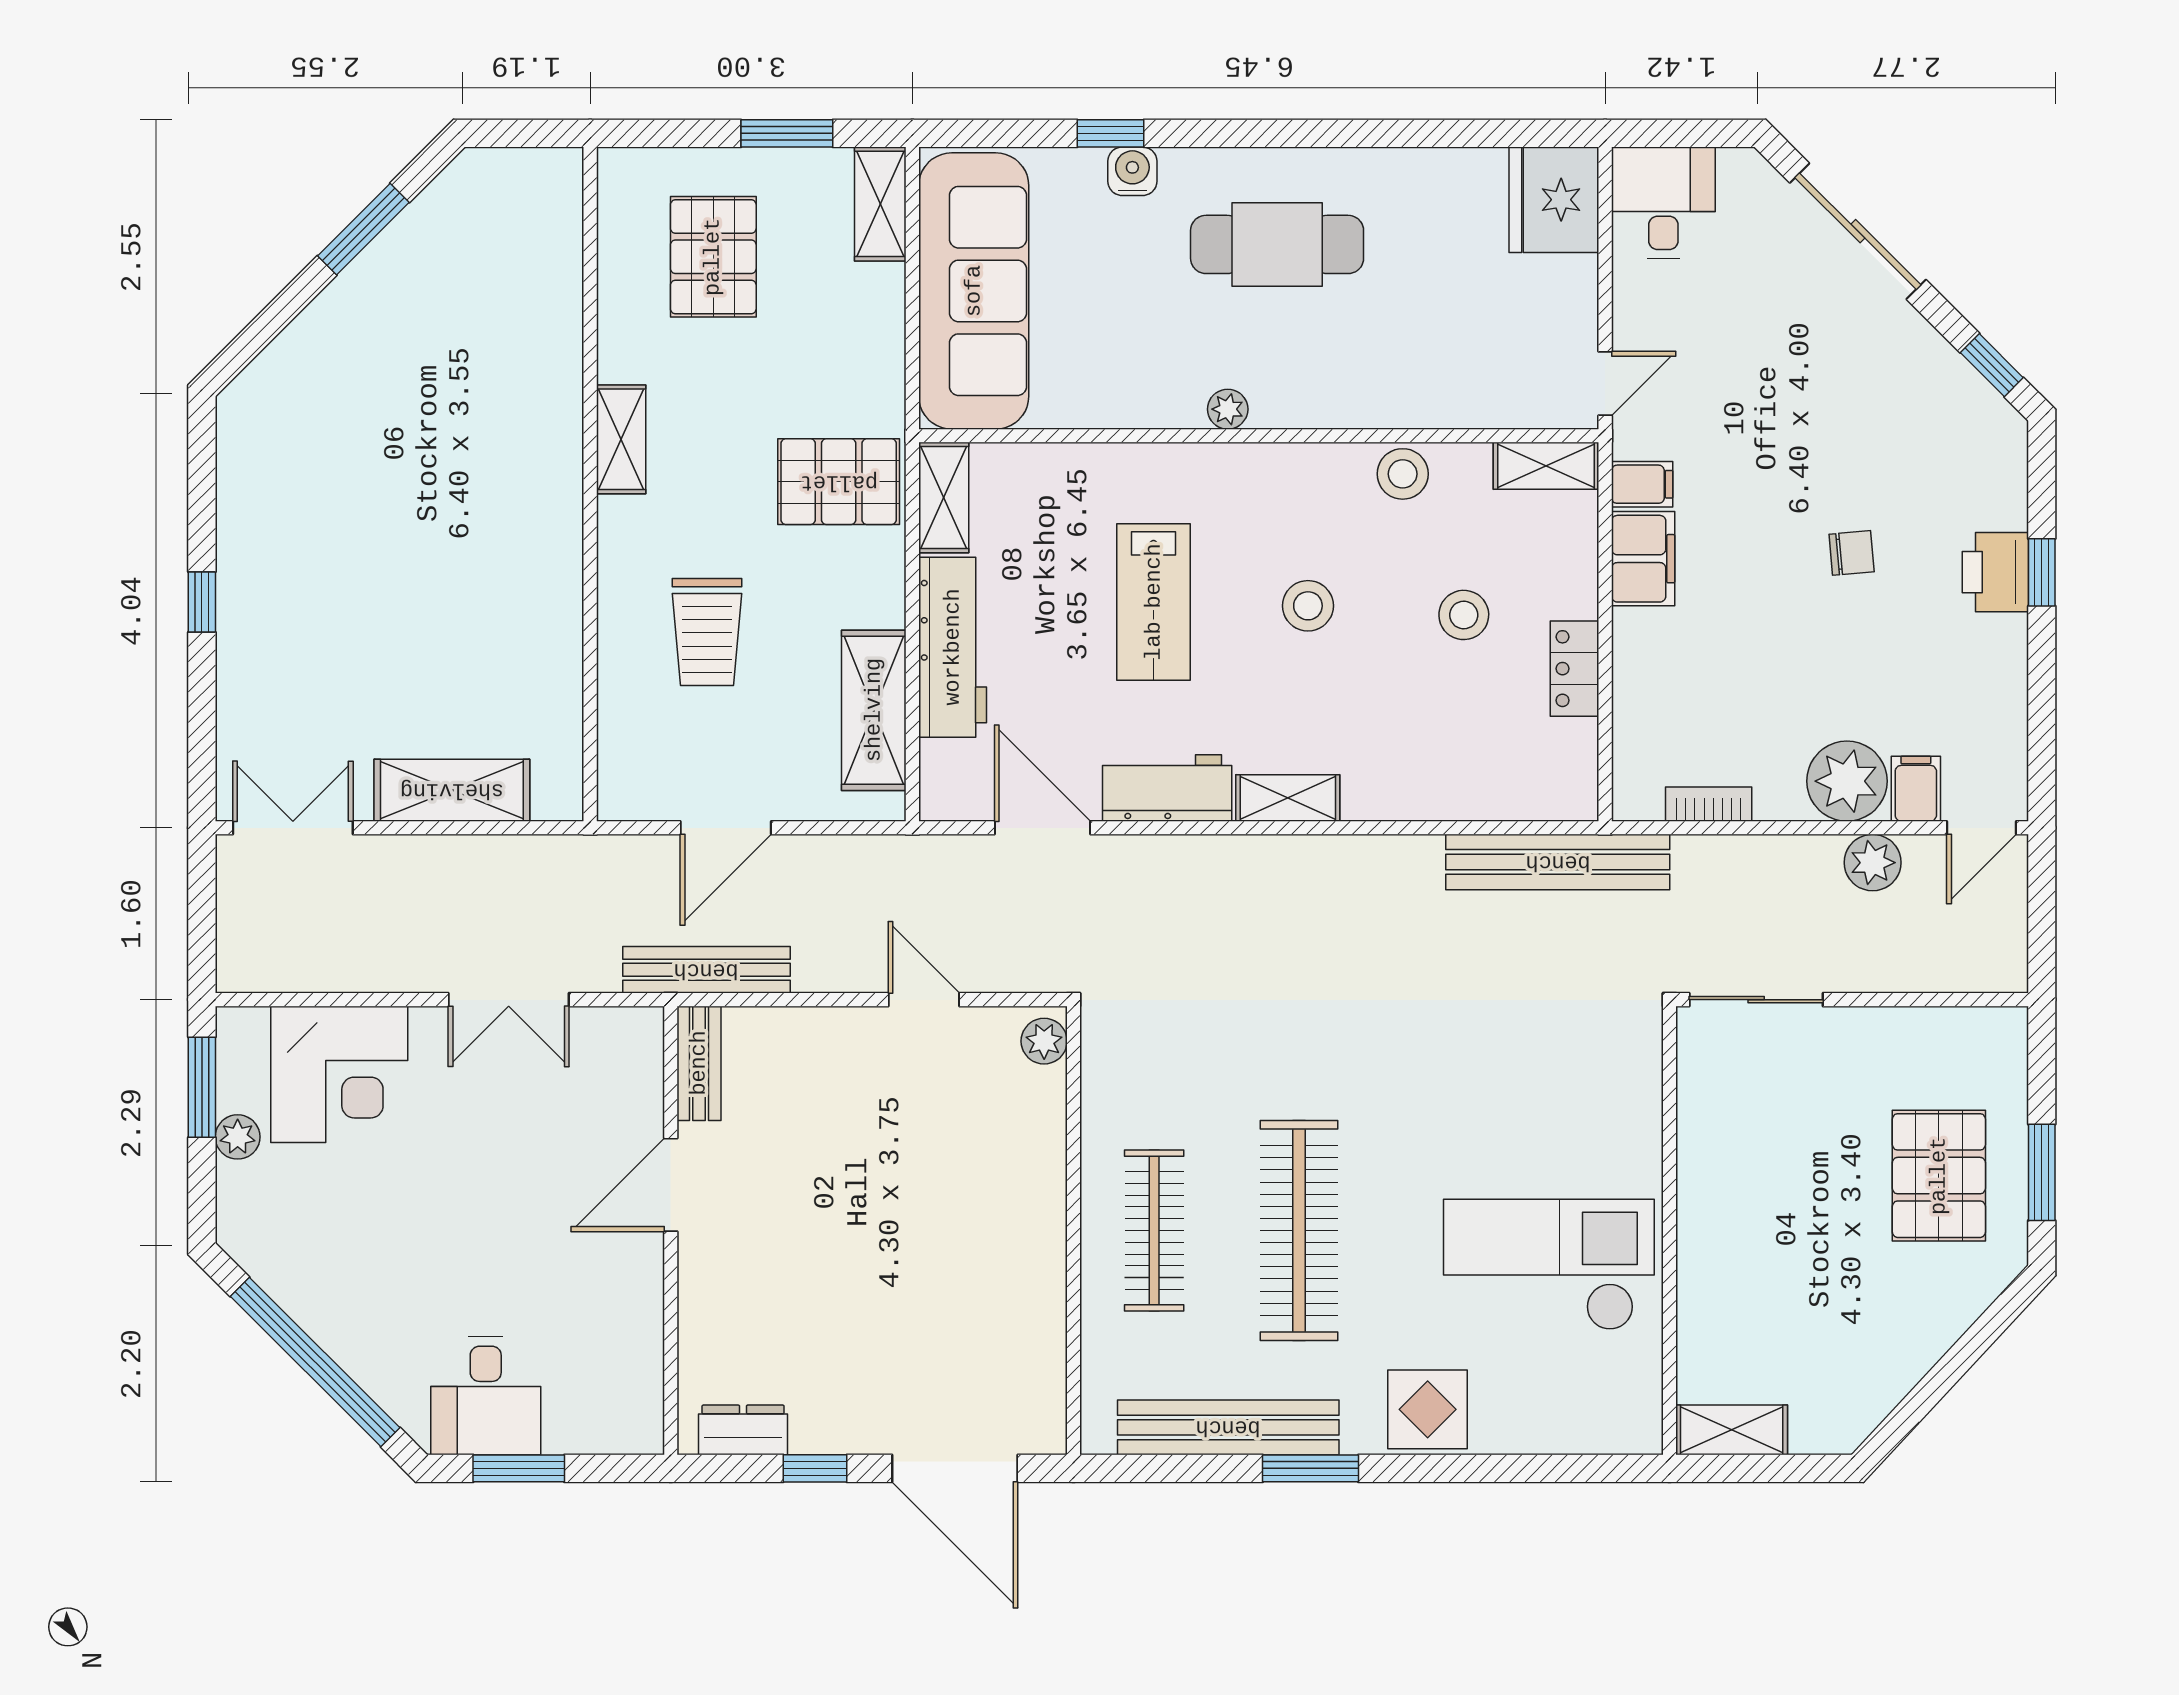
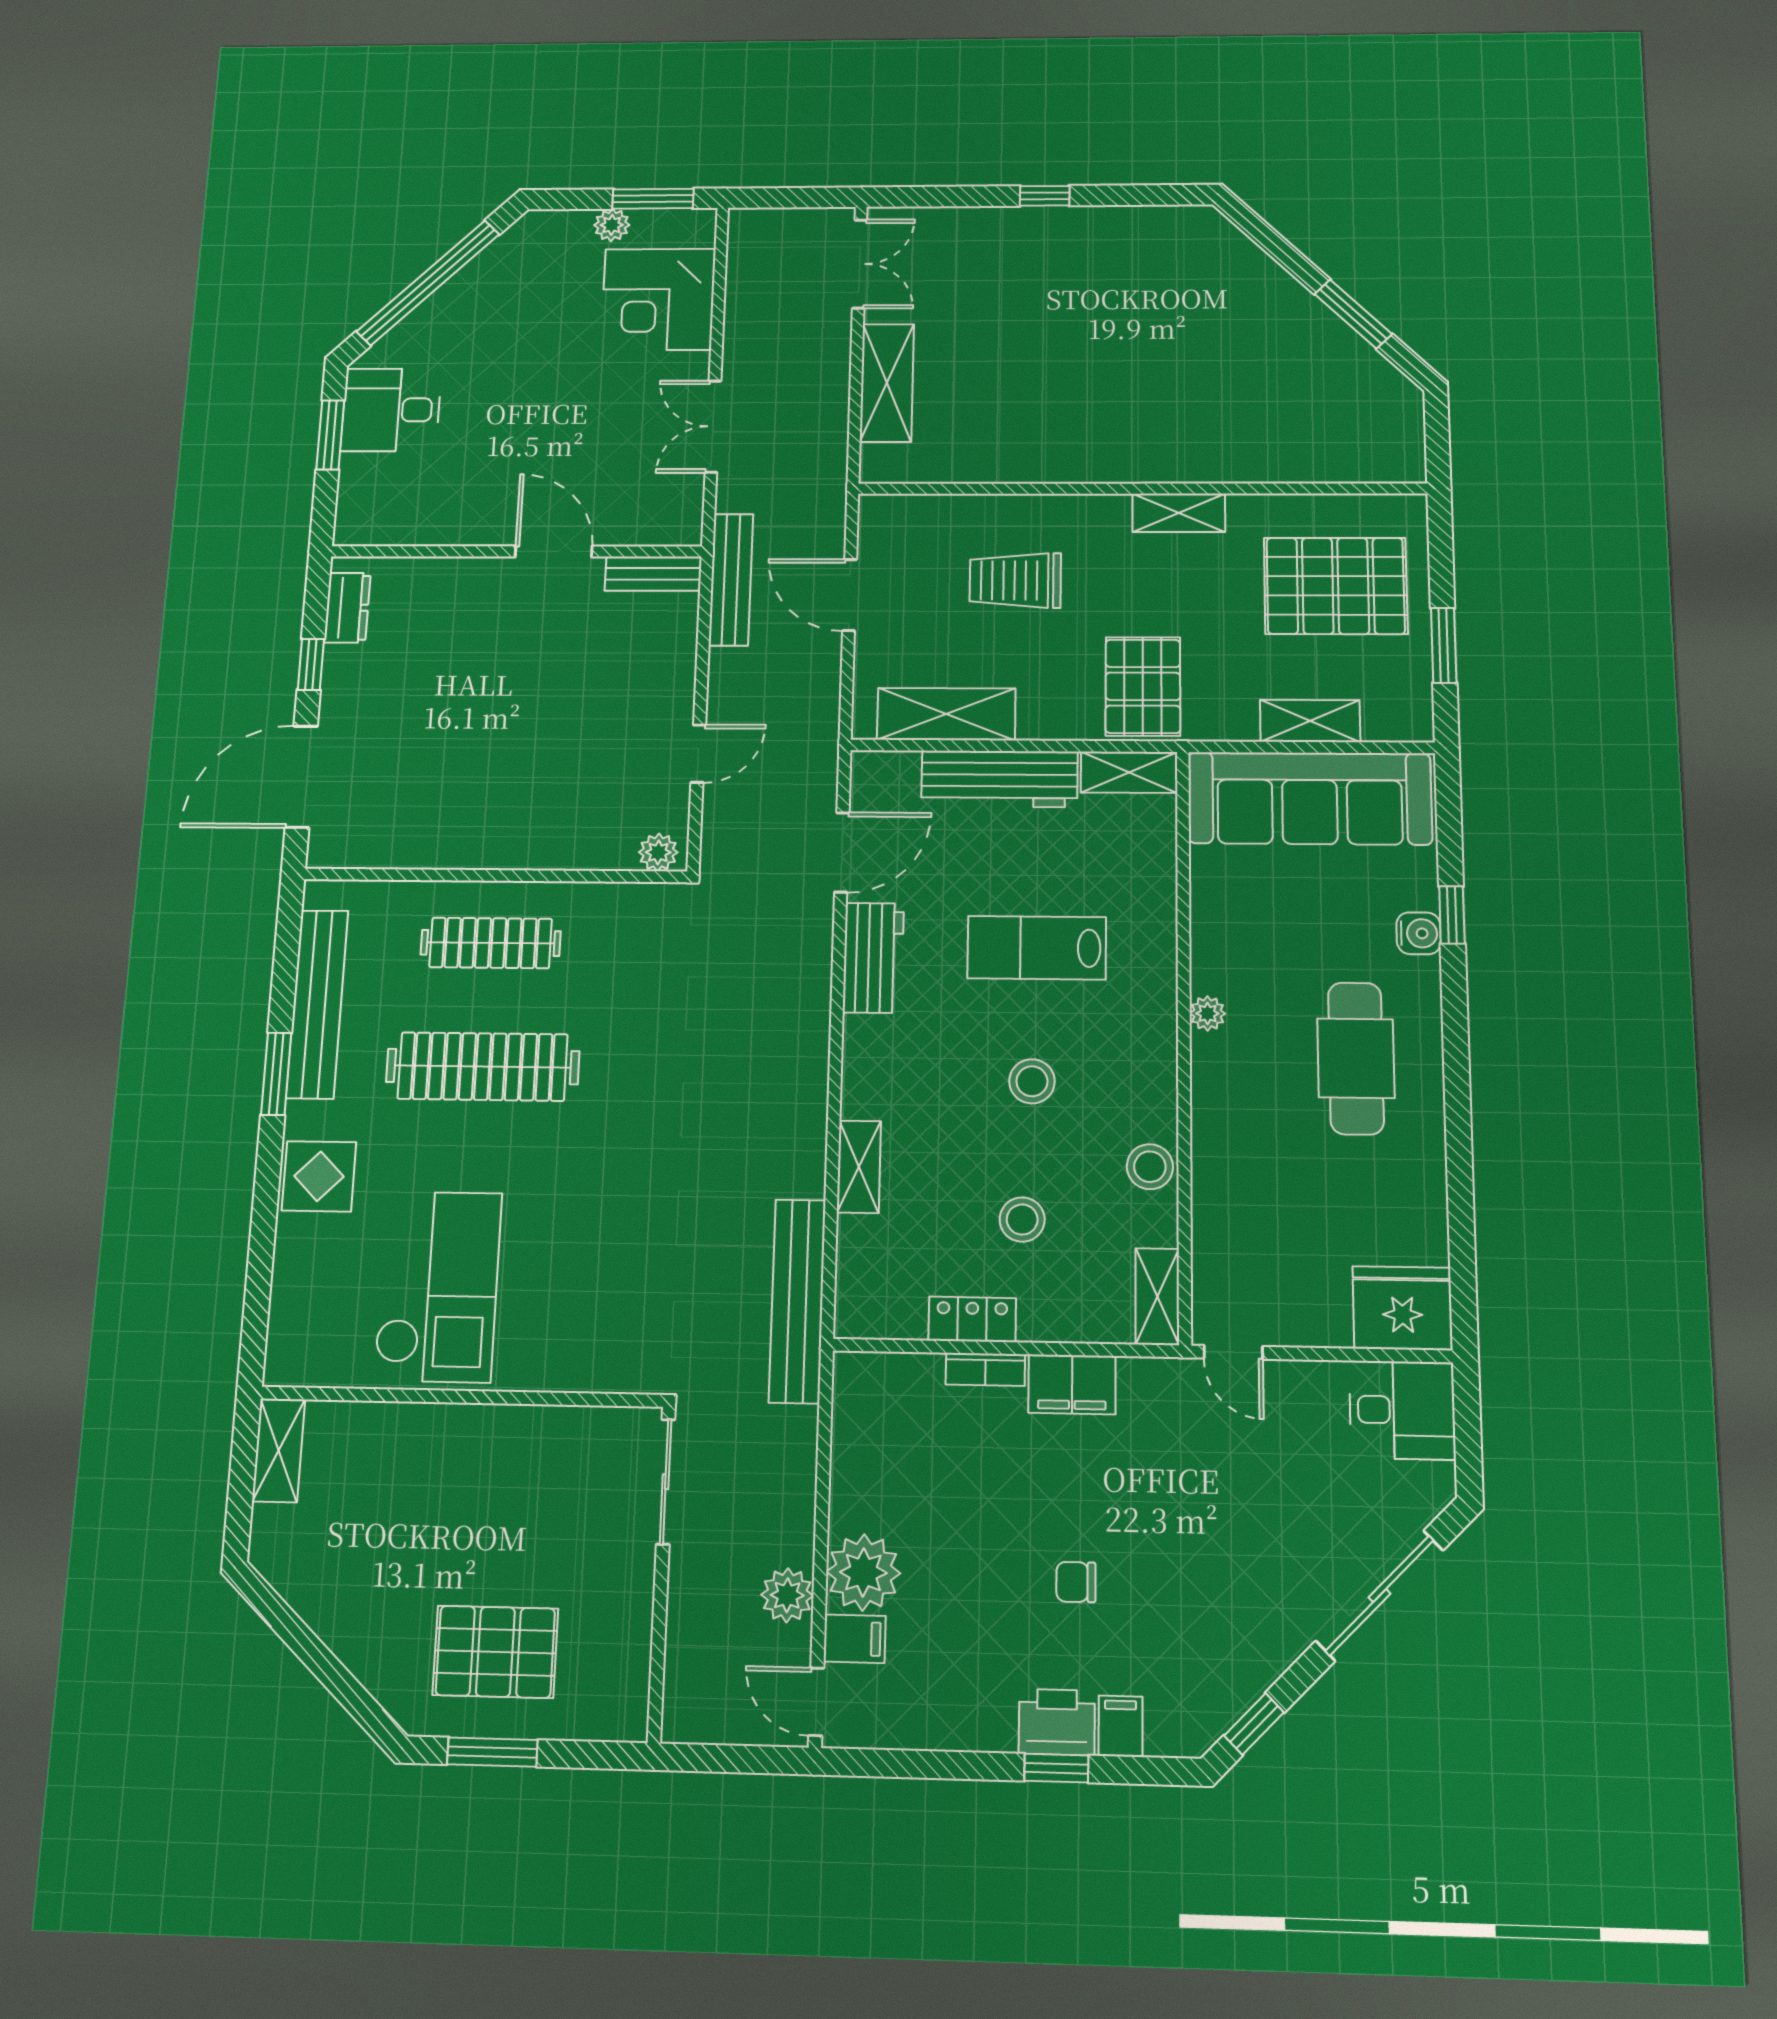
shelving: (880, 204) -> (1310, 721), moved
pallet: (713, 257) -> (1335, 586), width x1.37, depth x1.41
filing cabinet: (1642, 484) -> (1121, 1726), moved, turned 180
chair: (1852, 553) -> (1076, 1582), turned 95
shelving: (1288, 798) -> (859, 1167), moved
bookcase: (1709, 804) -> (985, 1369), moved, turned 90

